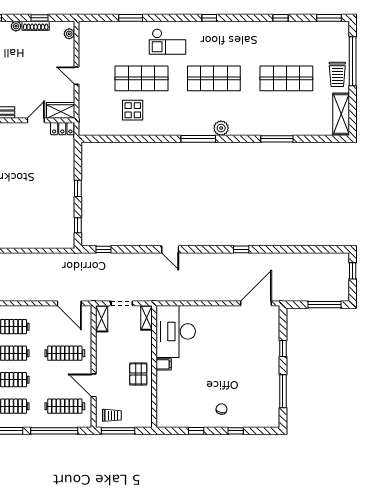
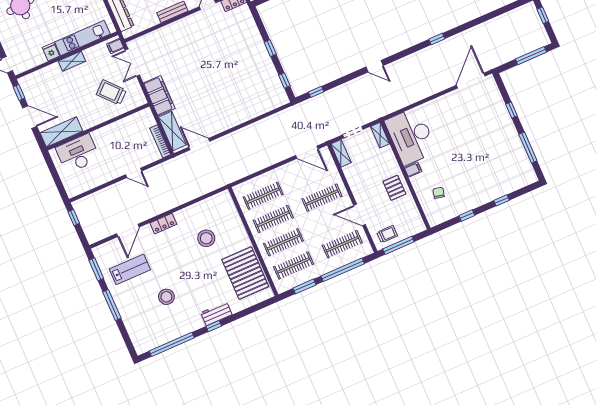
chair: (221, 409) -> (439, 193), moved

